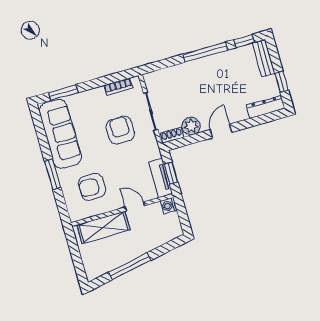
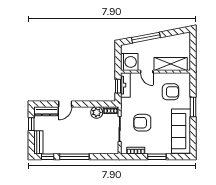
window: (63, 92) -> (157, 157), moved
armchair: (120, 130) -> (142, 123), turned 90
door: (221, 131) -> (65, 104), moved
washing machine: (169, 206) -> (129, 62), width x1.89, depth x1.89
window: (130, 266) -> (146, 38), moved

